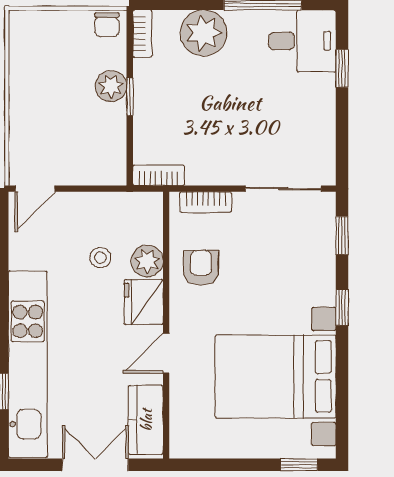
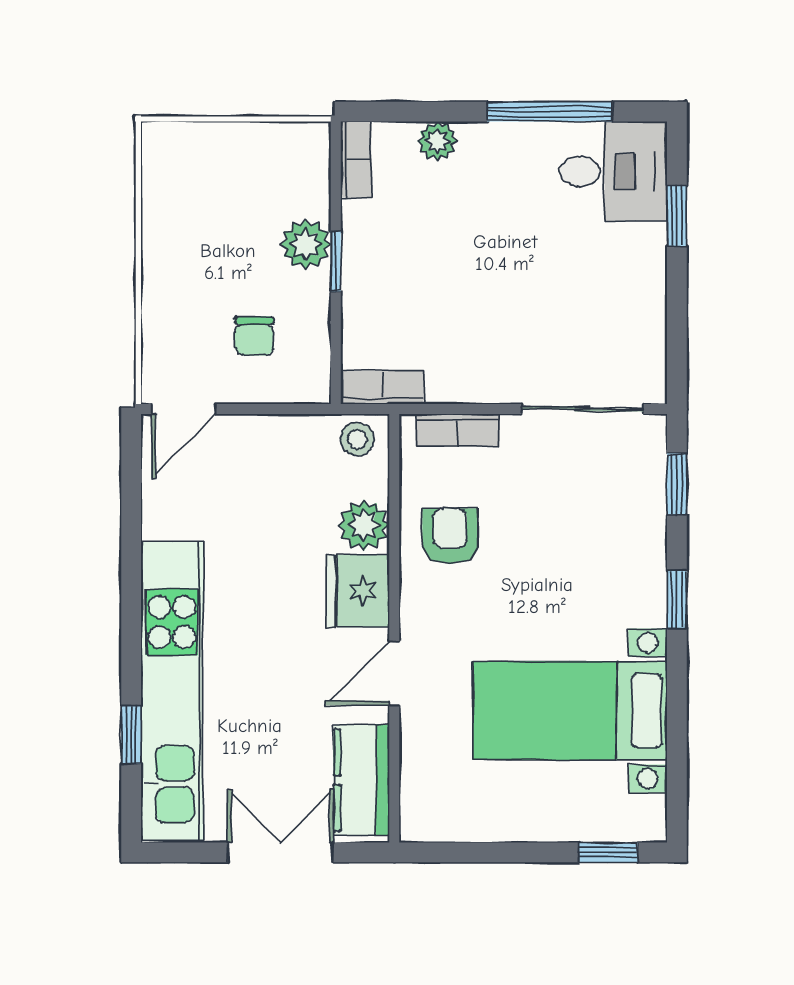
chair: (107, 25) -> (254, 336), moved
plant: (204, 33) -> (437, 141), width x0.53, depth x0.53
stool: (100, 258) -> (357, 439), moved
bed with nightstands: (276, 377) -> (570, 711), width x0.73

